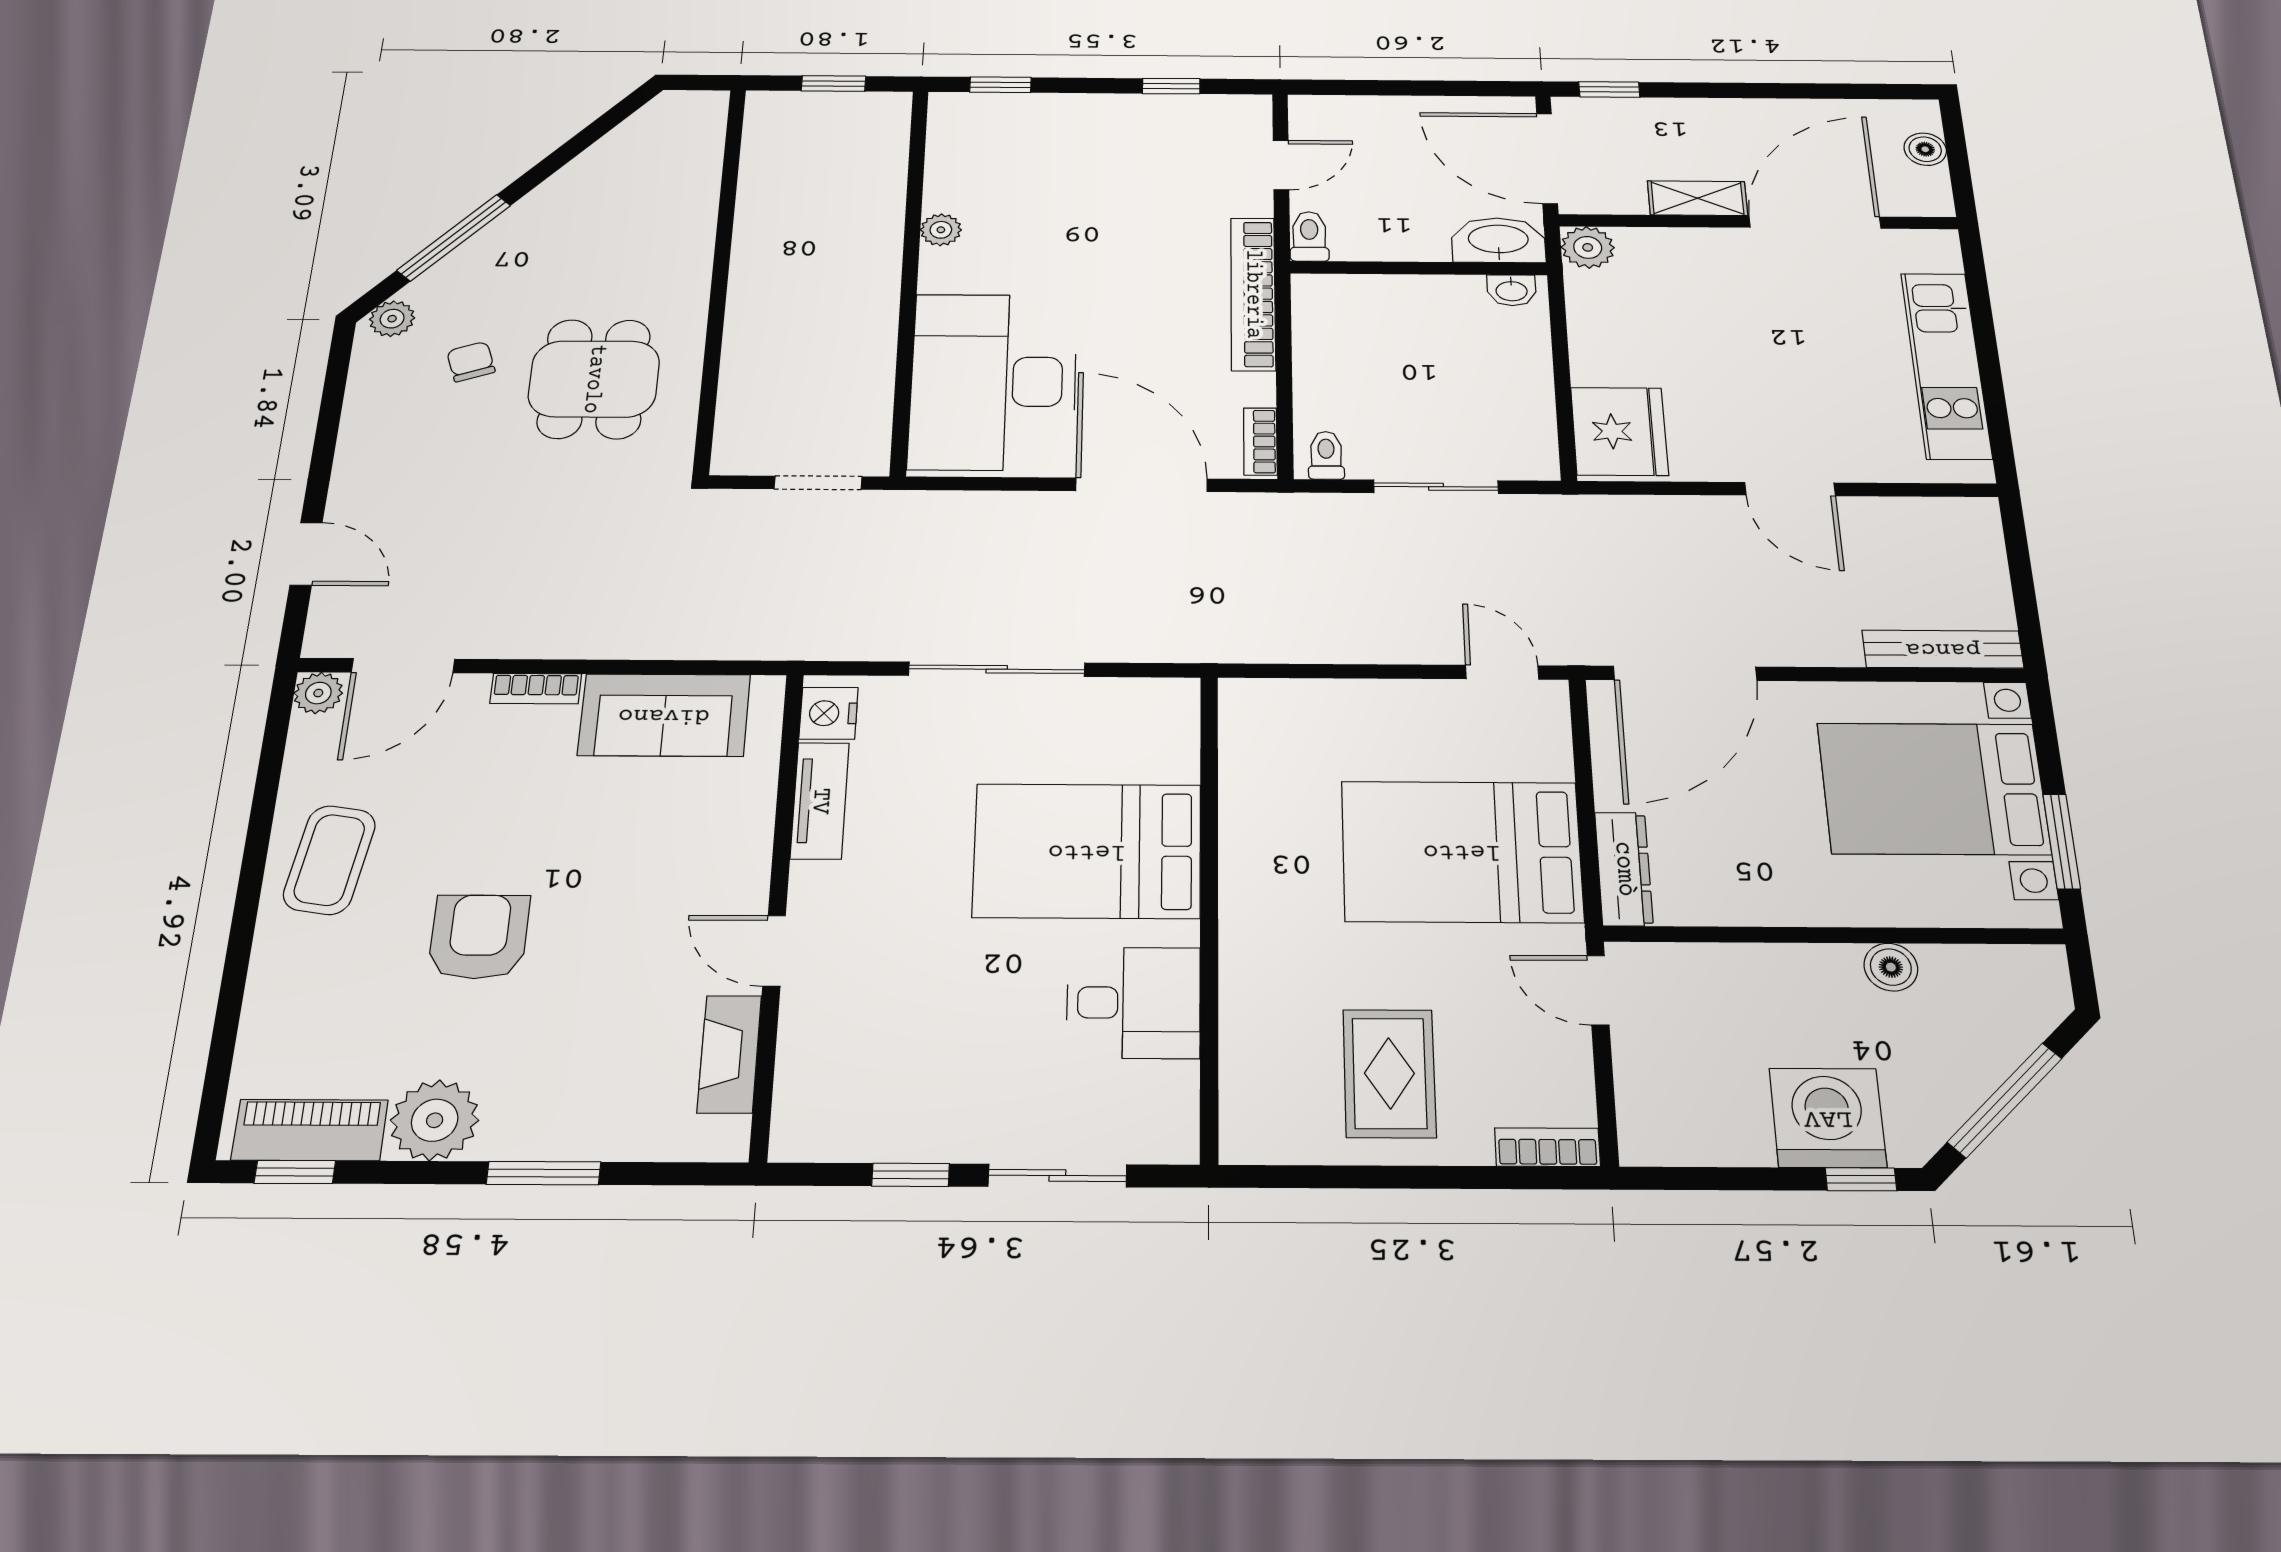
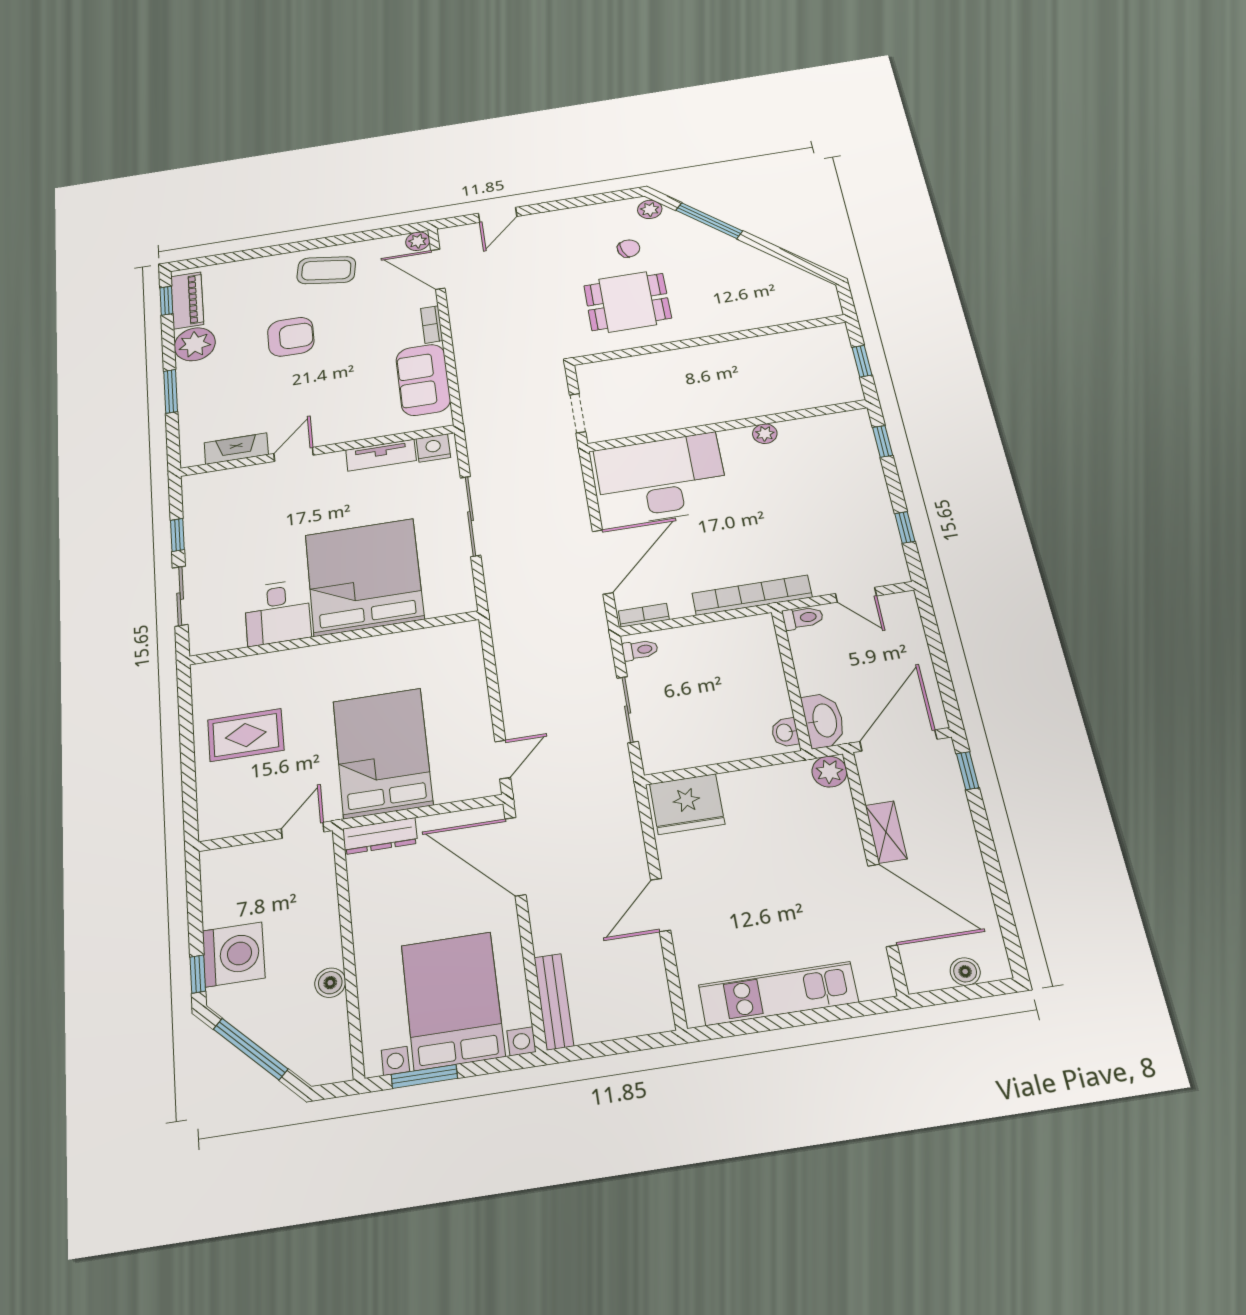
bed: (1087, 851) -> (364, 577), width x1.36
bookcase: (1547, 1147) -> (208, 815), removed

